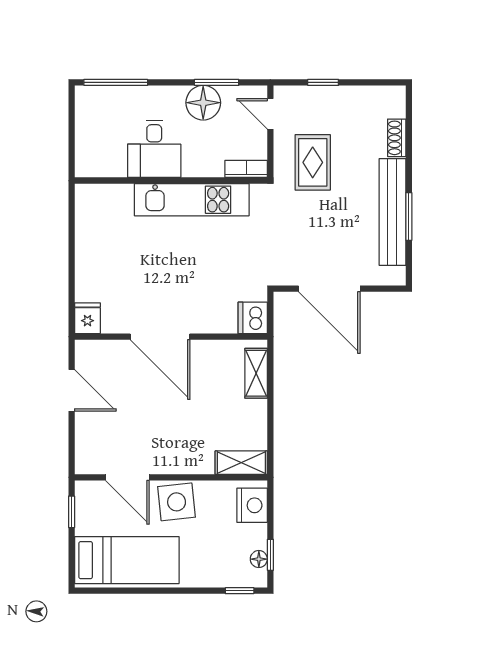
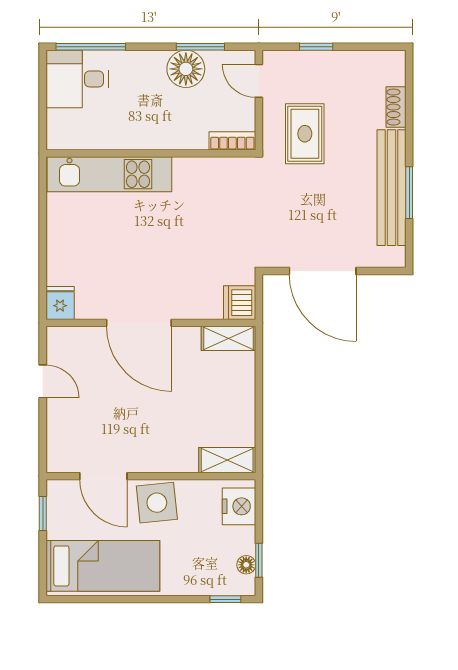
desk: (154, 149) -> (77, 79), moved, turned 90
kitchen unit: (192, 200) -> (109, 174), moved
shelving: (256, 373) -> (228, 338), moved, turned 90
door: (72, 390) -> (43, 381), width x0.73

